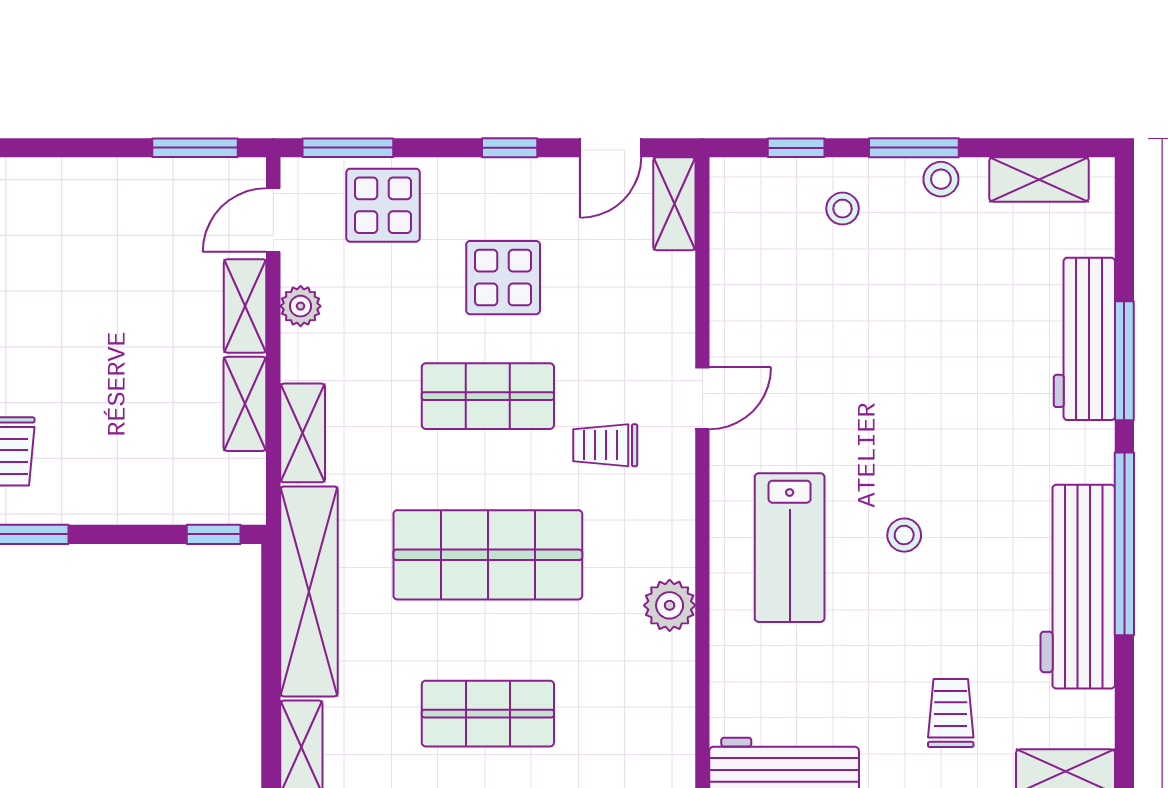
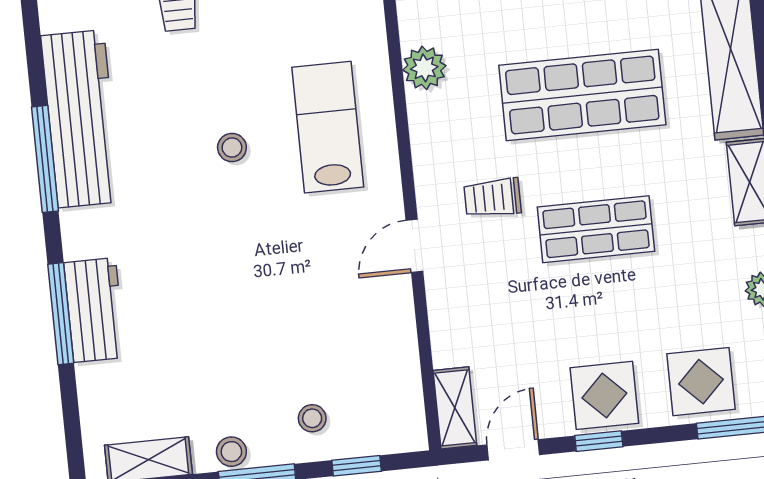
display table: (503, 278) -> (604, 395), moved
workbench: (1084, 339) -> (95, 310), width x0.73
trolley: (605, 445) -> (492, 198), turned 180
window: (1124, 544) -> (45, 159), width x0.68

